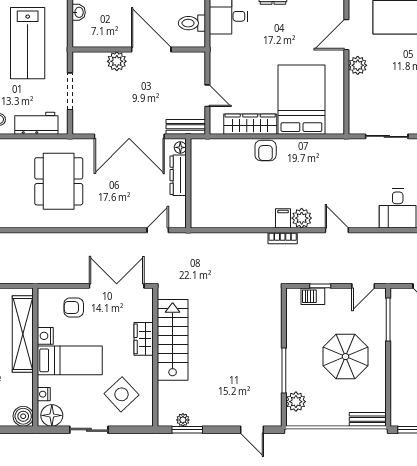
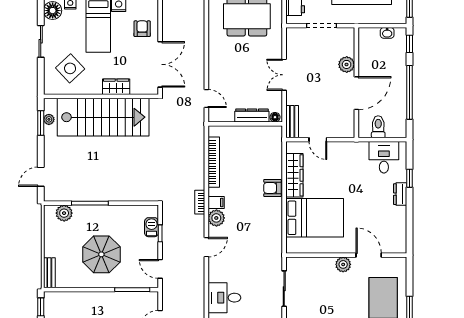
door: (207, 96) -> (318, 140), hinge flipped
double door: (129, 136) -> (284, 75), width x0.54
bookcase: (235, 221) -> (214, 162), added
stairs: (173, 340) -> (103, 117), width x1.36, depth x1.51

